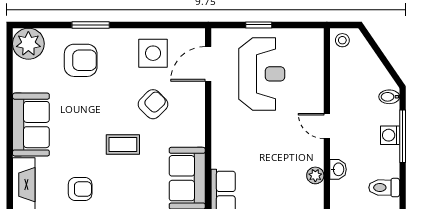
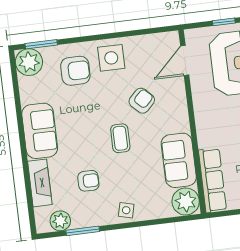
window: (91, 25) -> (41, 44), moved
side table: (153, 53) -> (111, 58), moved
coffee table: (123, 144) -> (120, 138), turned 90

